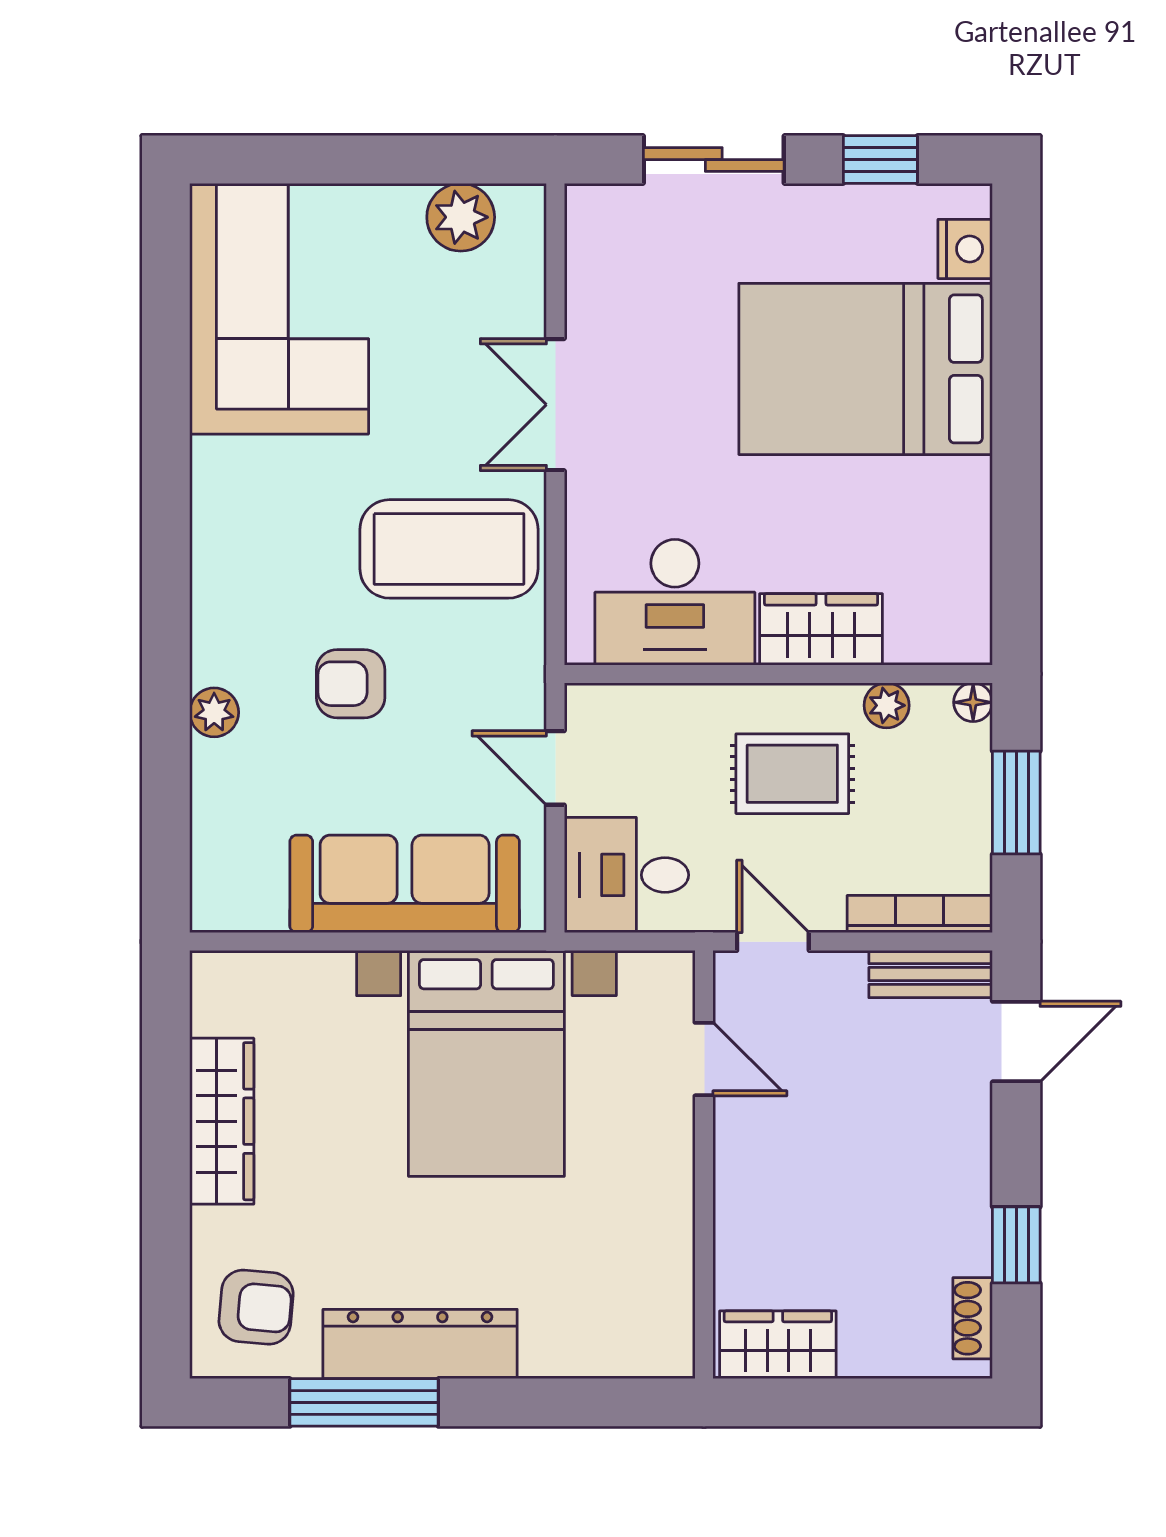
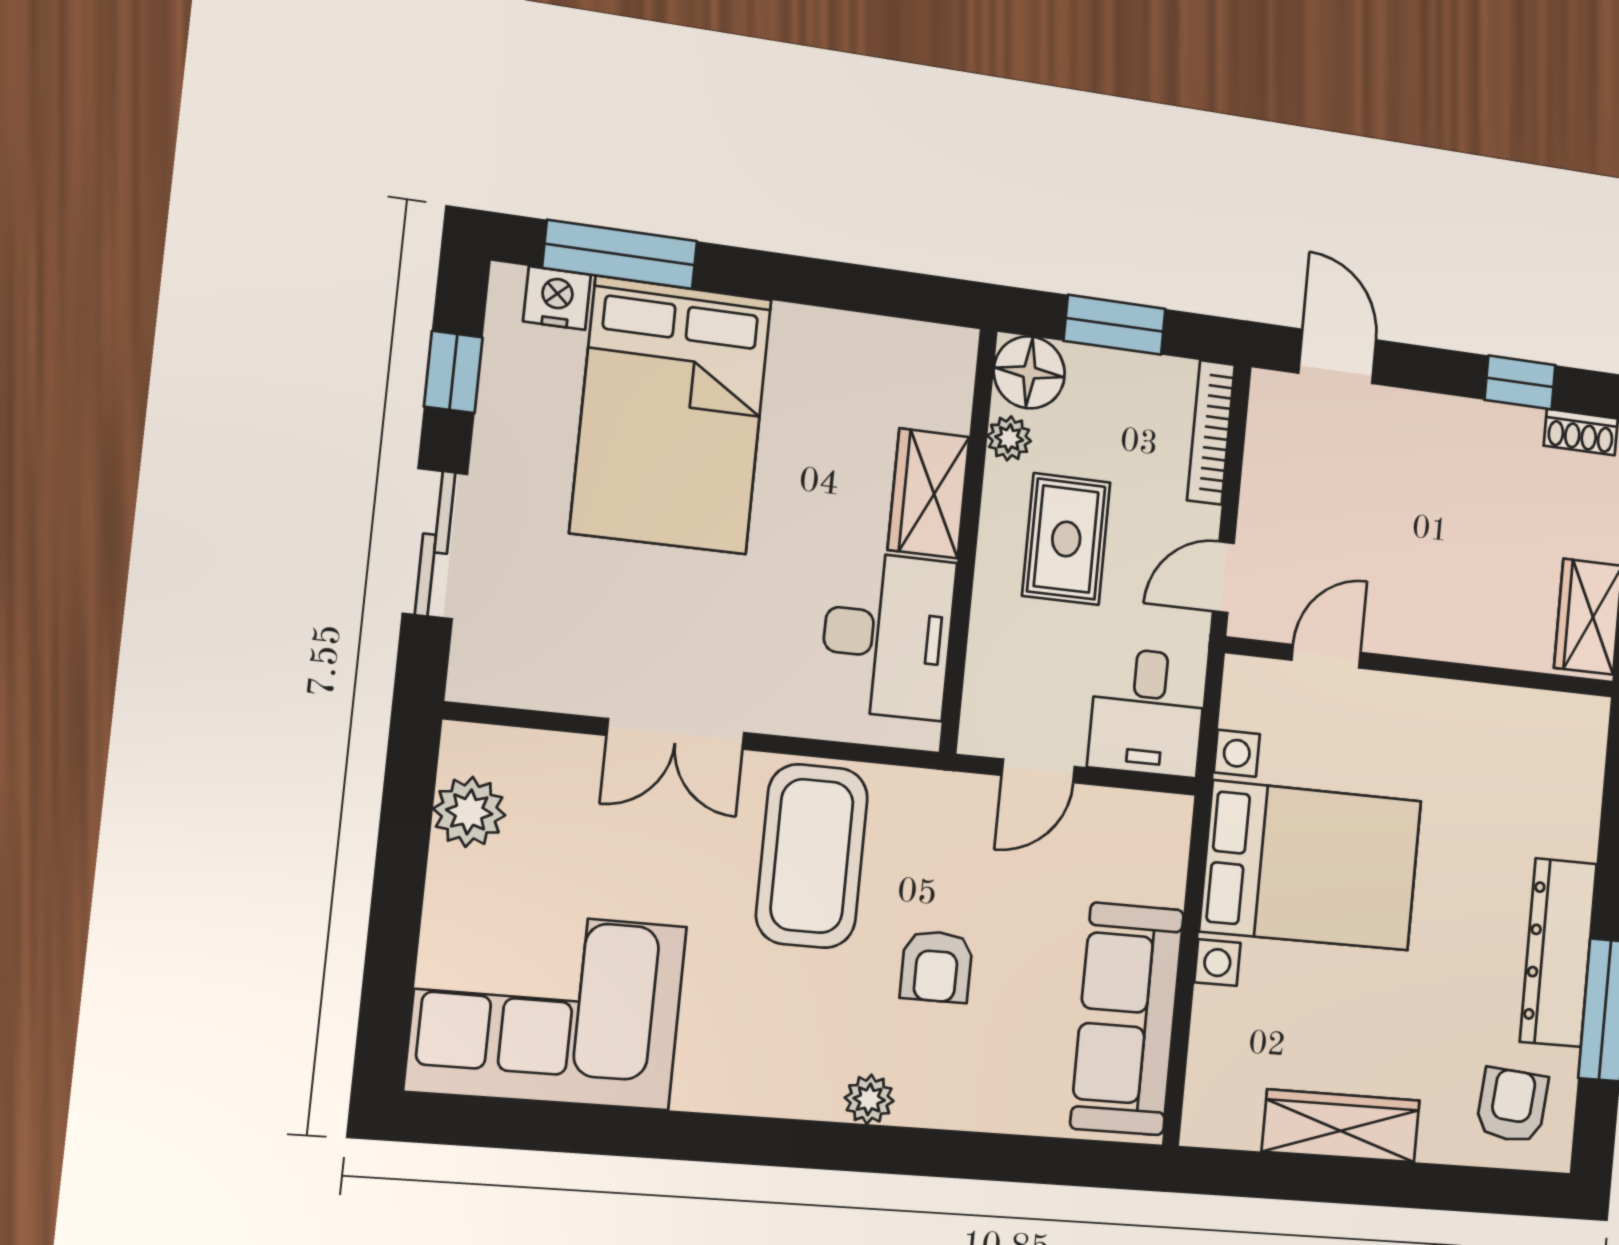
window: (1016, 304) -> (620, 254), added
floor lamp: (973, 702) -> (1029, 372), width x1.89, depth x1.89
plant: (214, 712) -> (869, 1099), moved
sofa: (405, 884) -> (1127, 1019), moved
bench: (931, 974) -> (1268, 429), removed

